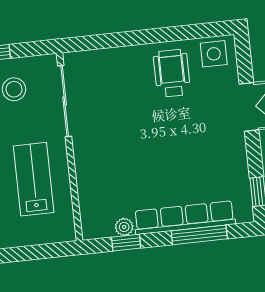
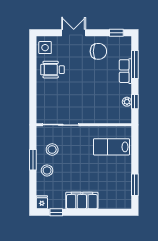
chair: (218, 160) -> (98, 51), added
lab bench: (34, 179) -> (111, 147), moved
row of seats: (184, 218) -> (125, 71), width x0.50

